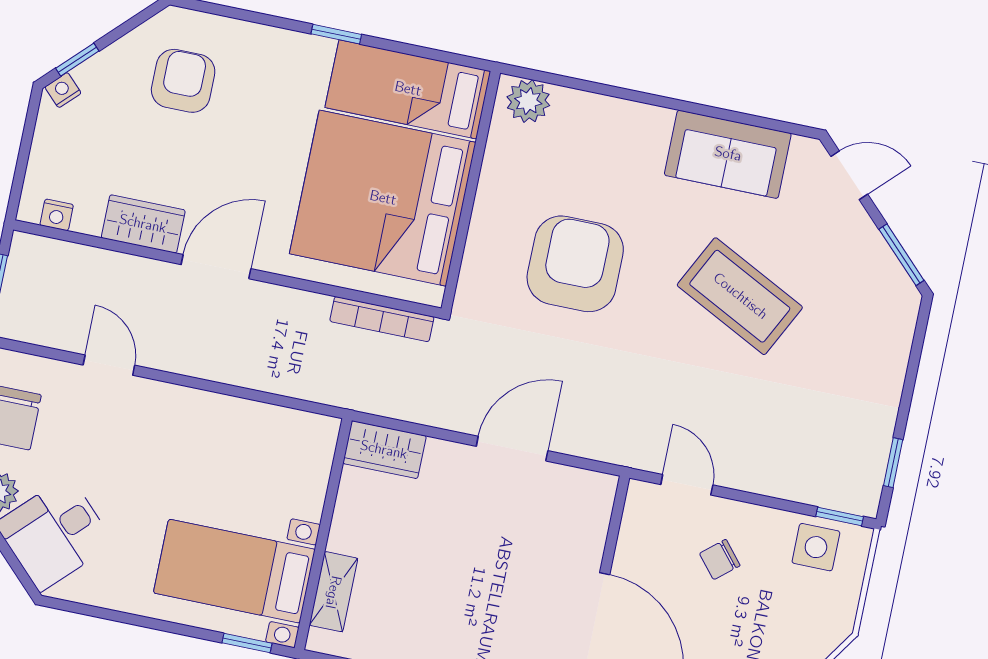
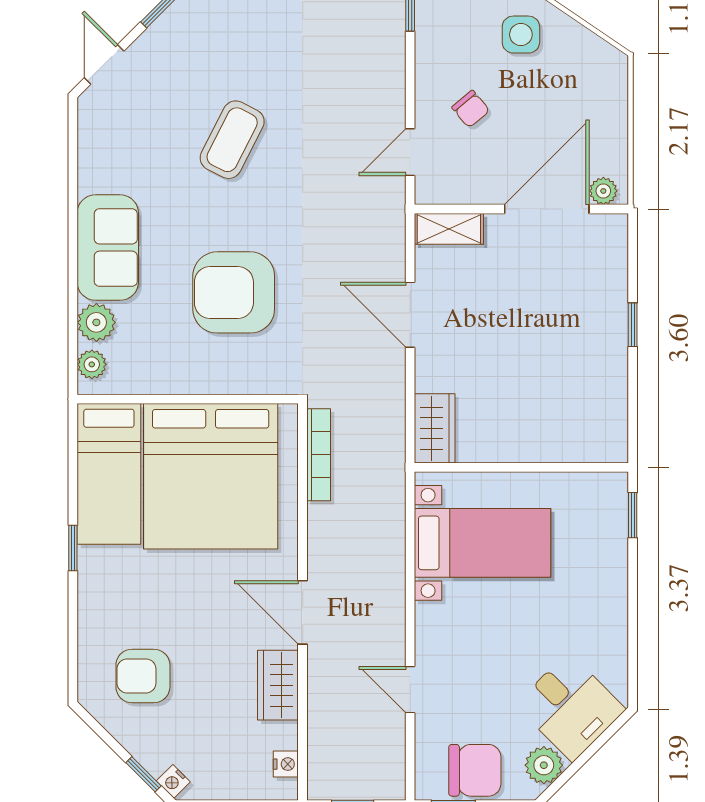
plant: (528, 101) -> (92, 364), width x0.73, depth x0.73
plant: (574, 110) -> (96, 322), added
sofa: (728, 154) -> (108, 248), moved
coffee table: (740, 296) -> (232, 140), width x0.73, depth x0.76
door: (109, 365) -> (410, 690), hinge flipped
side table: (816, 547) -> (521, 35), moved
bed with nightstands: (234, 571) -> (483, 543), moved, turned -90
shelving: (333, 592) -> (449, 229), moved

